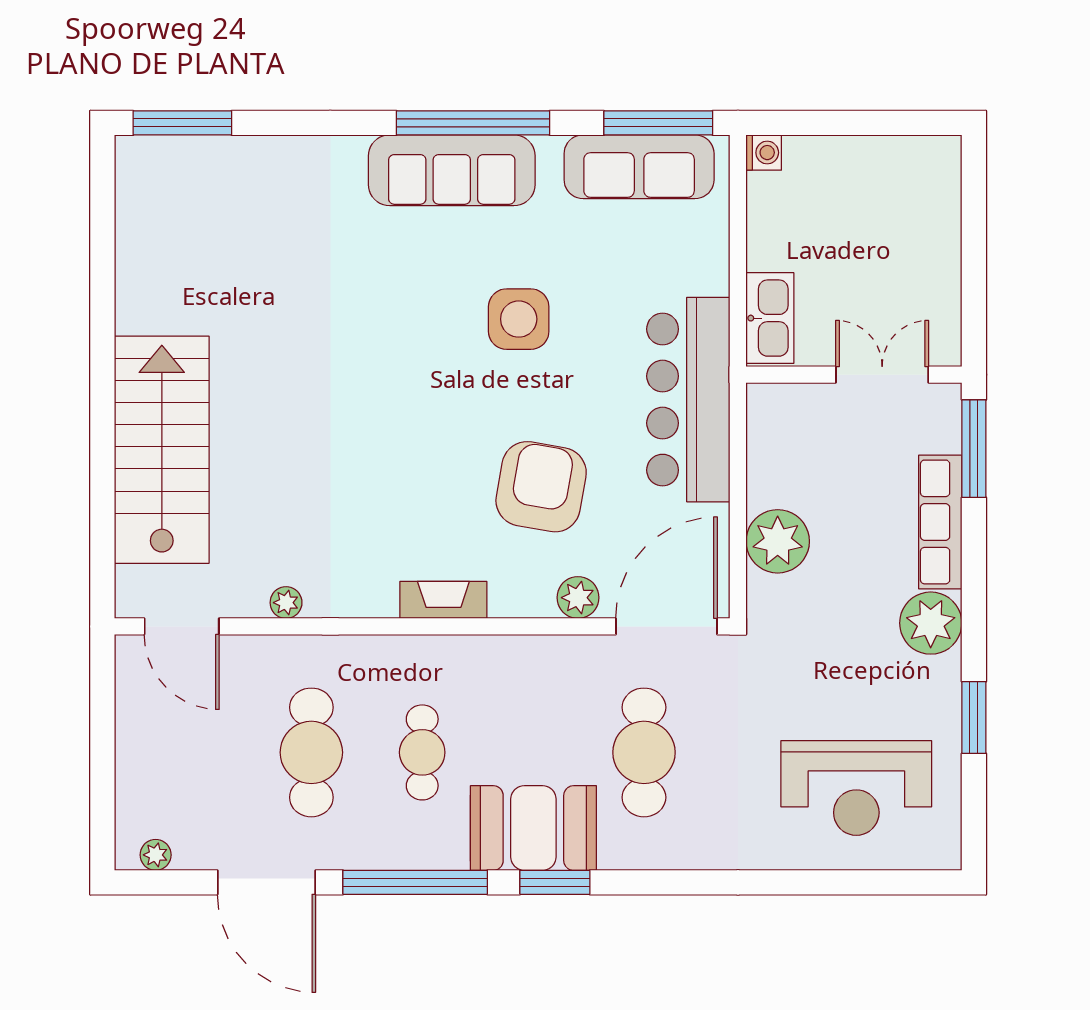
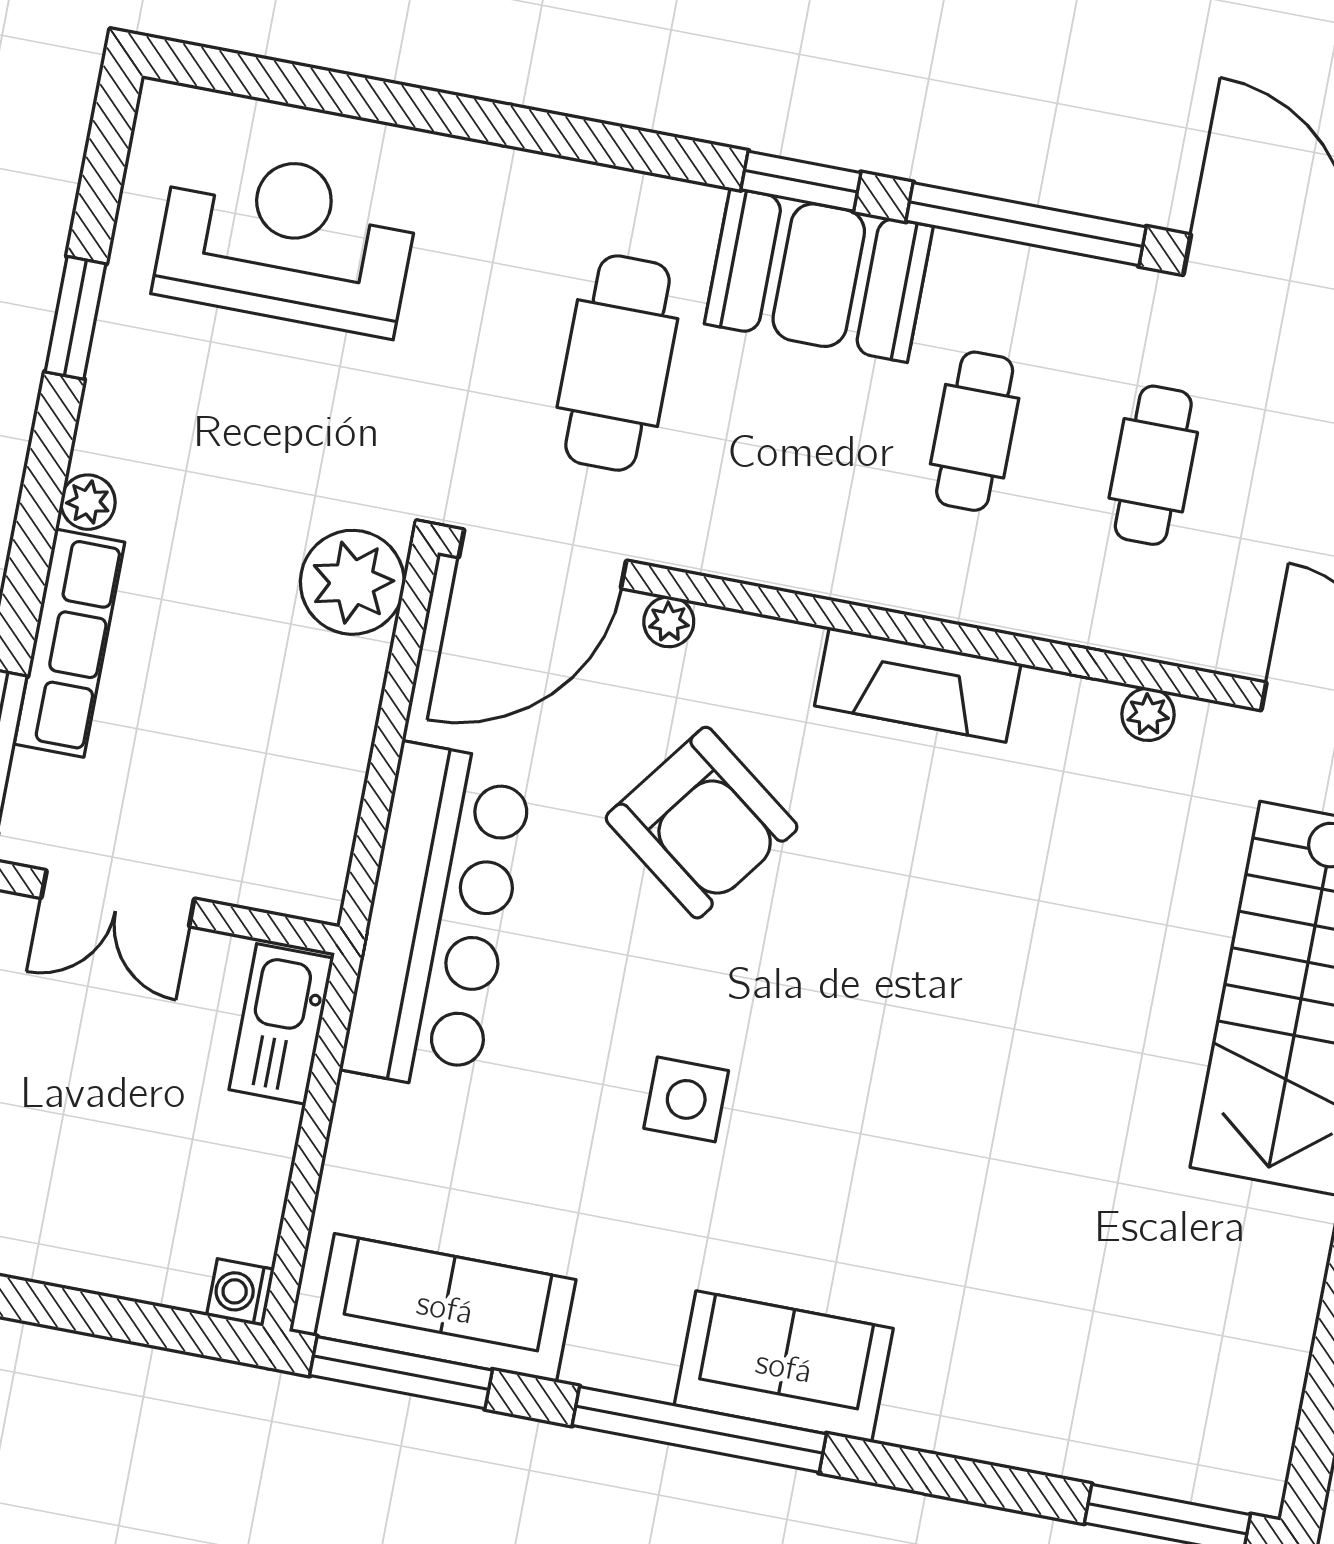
sofa: (452, 170) -> (784, 1367), width x0.73
side table: (519, 319) -> (686, 1099), width x0.73, depth x0.73
armchair: (541, 487) -> (702, 823), turned -63
plant: (778, 541) -> (352, 582), moved
plant: (578, 598) -> (669, 622), width x0.73, depth x0.73
fireplace: (443, 600) -> (918, 685), width x1.37, depth x1.32
plant: (931, 623) -> (88, 502), width x0.53, depth x0.53
cafe table: (311, 752) -> (1153, 465), width x0.73, depth x0.74

